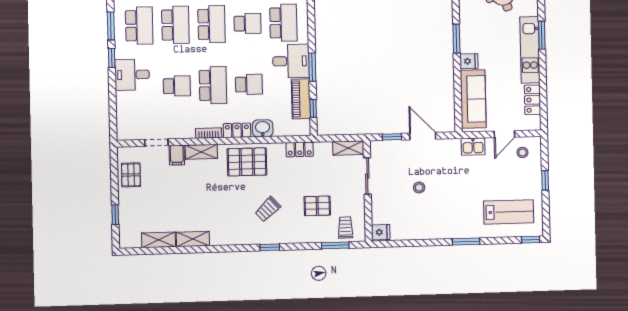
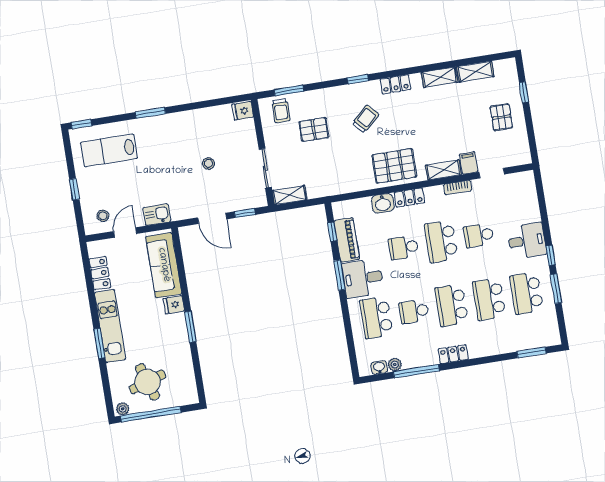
bookcase: (209, 133) -> (458, 187), moved
locker: (300, 149) -> (395, 84), moved, turned 180
pallet: (131, 175) -> (501, 117), moved

